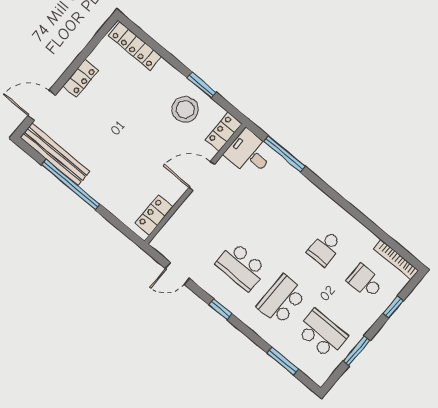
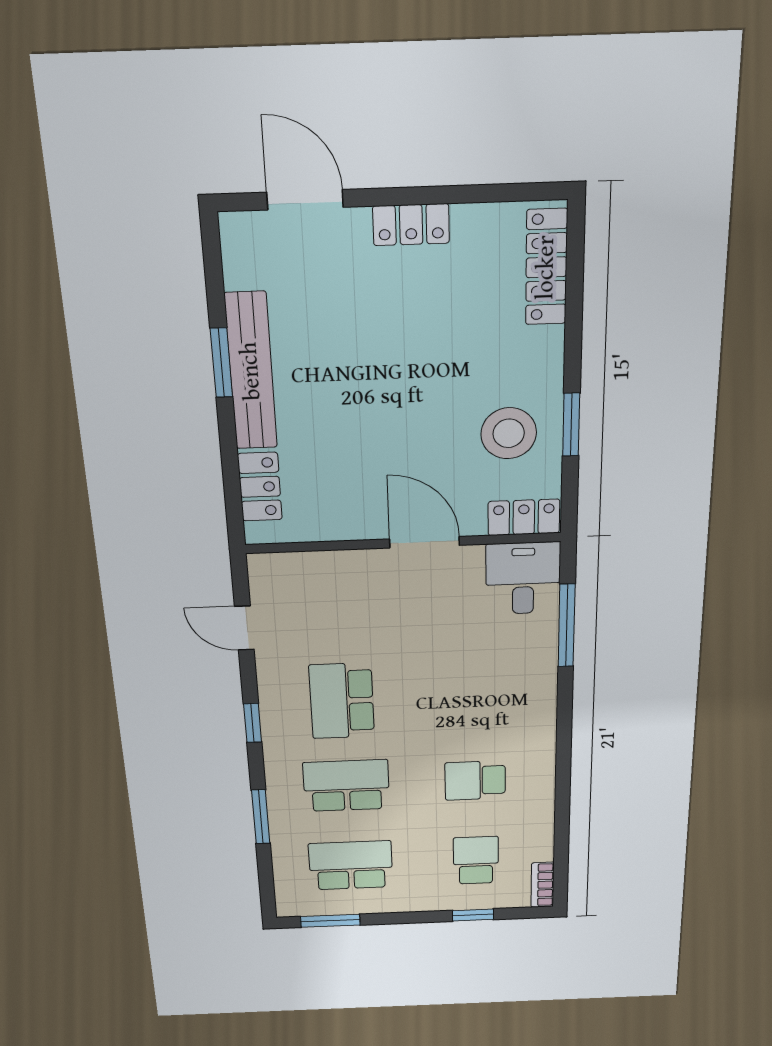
bench: (55, 154) -> (251, 371), moved
window: (71, 185) -> (221, 363), width x0.47
locker: (154, 215) -> (260, 487), moved, turned 90
bookcase: (396, 260) -> (543, 885), width x0.64
school desk: (322, 334) -> (351, 865), turned -90
window: (357, 351) -> (330, 921), moved
window: (282, 361) -> (261, 817), moved

